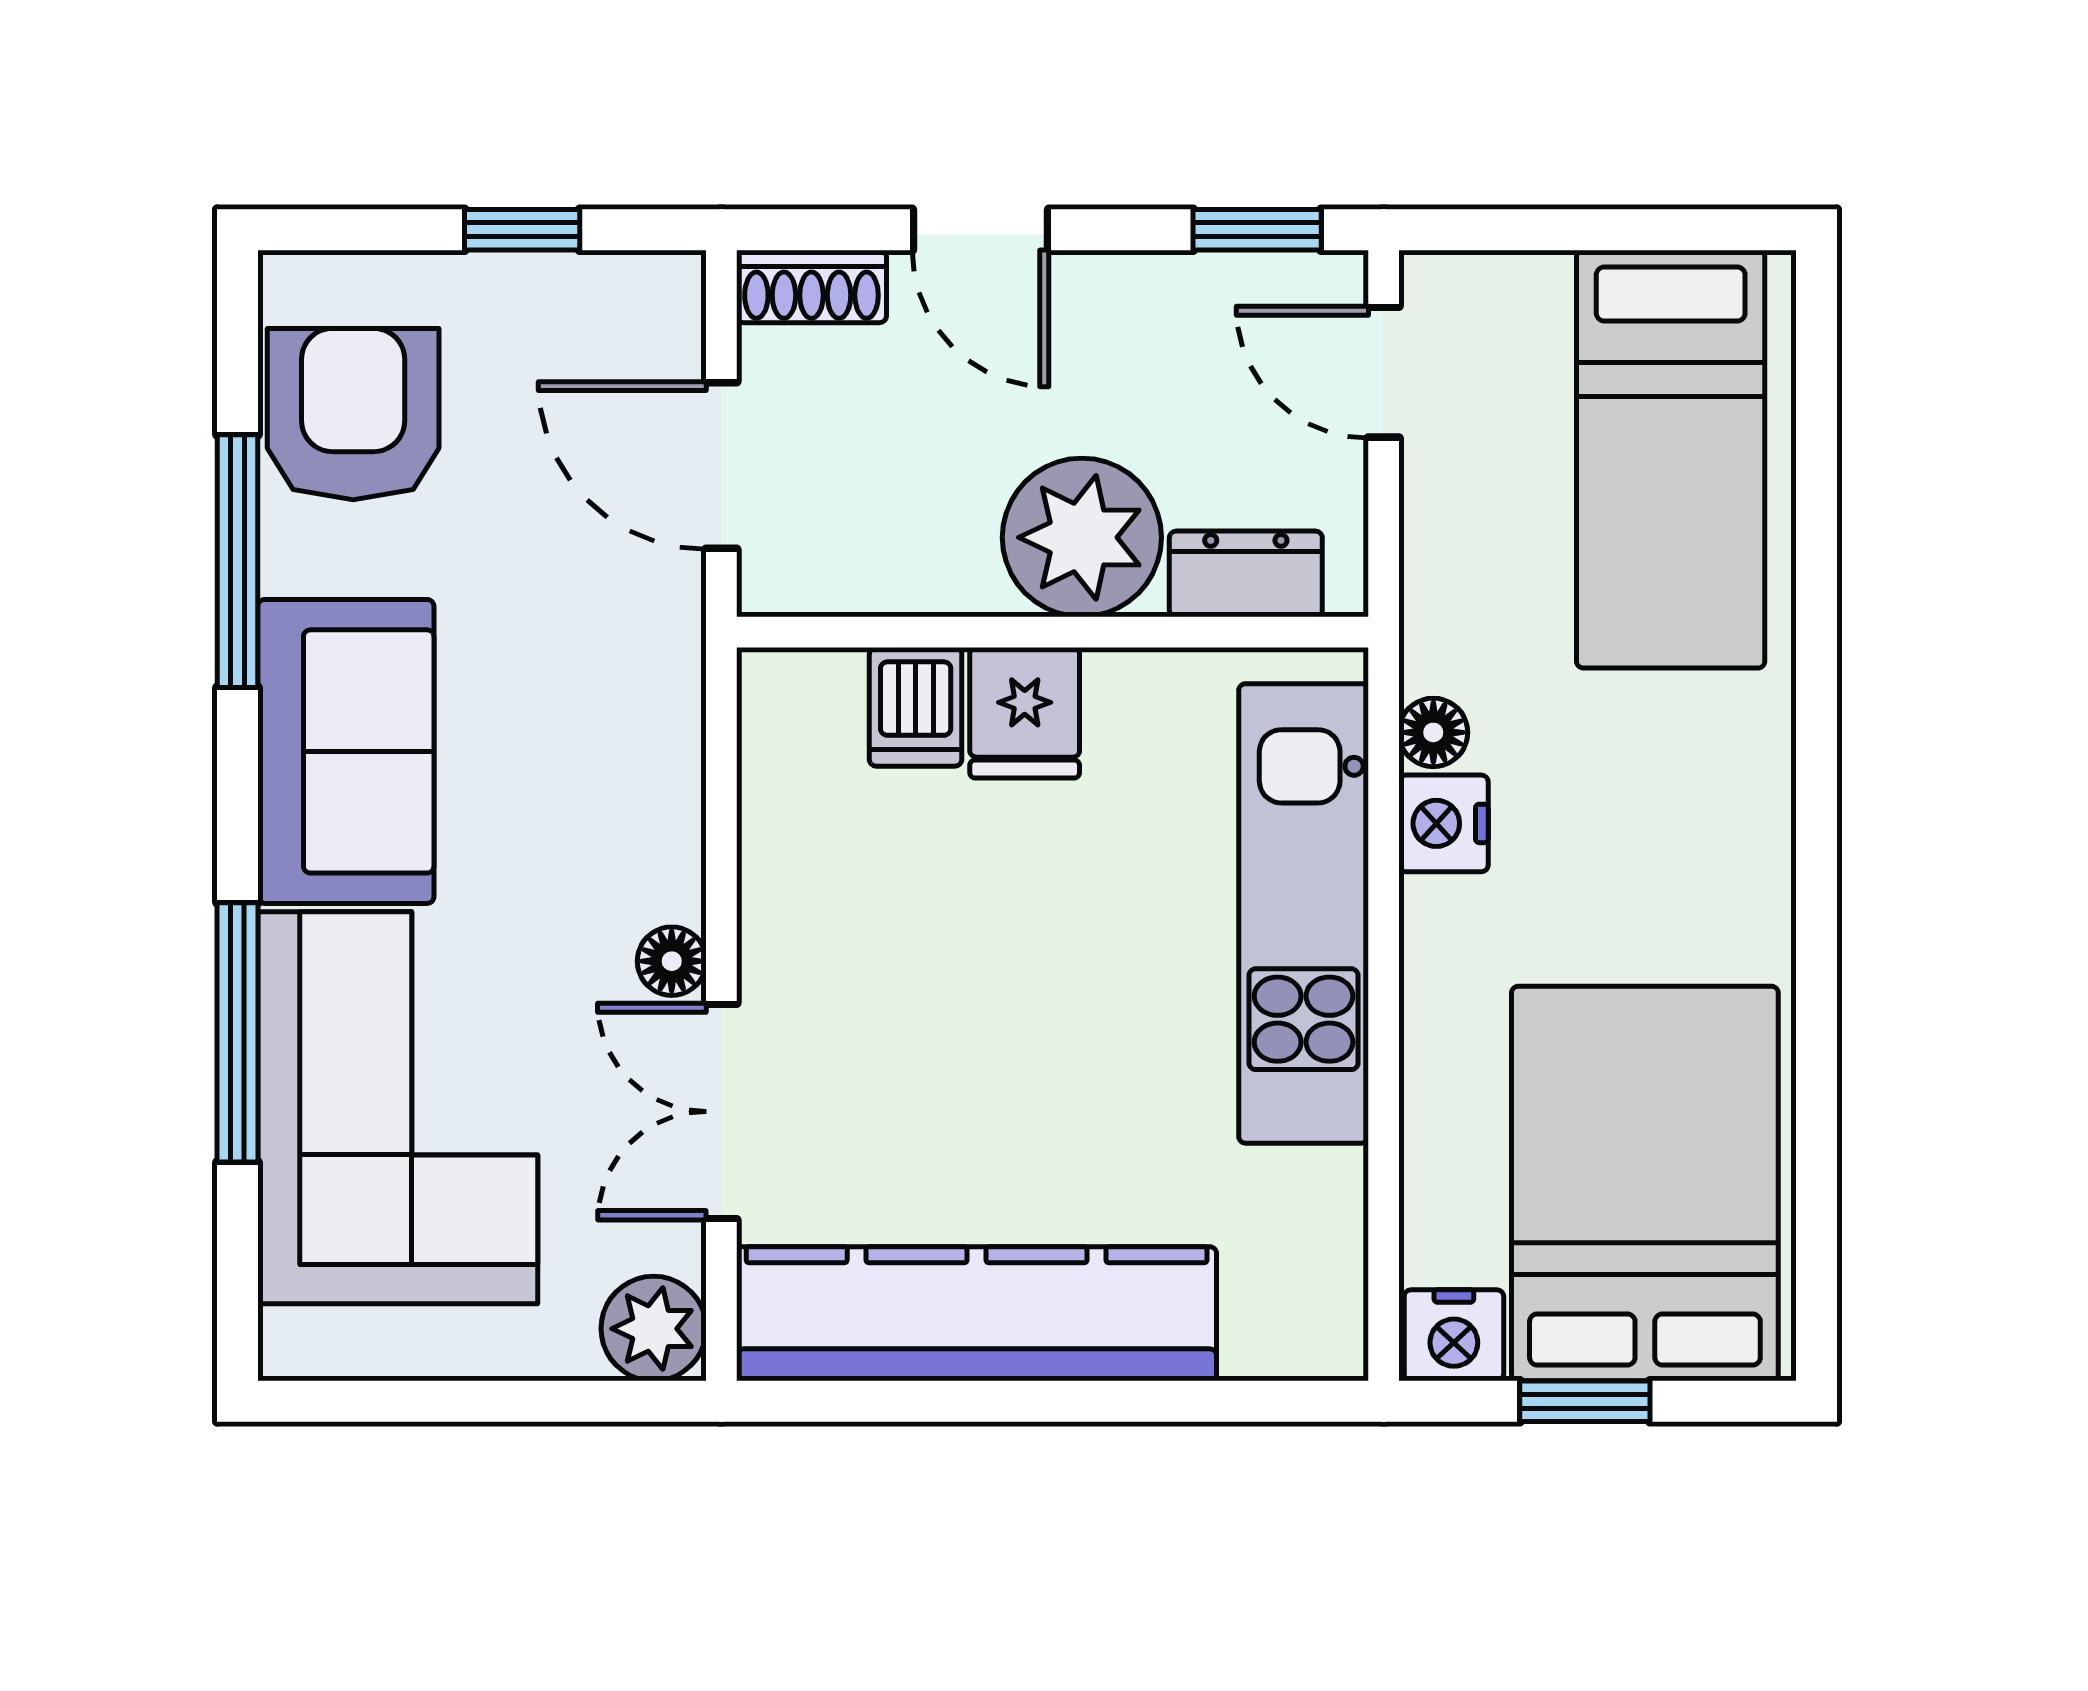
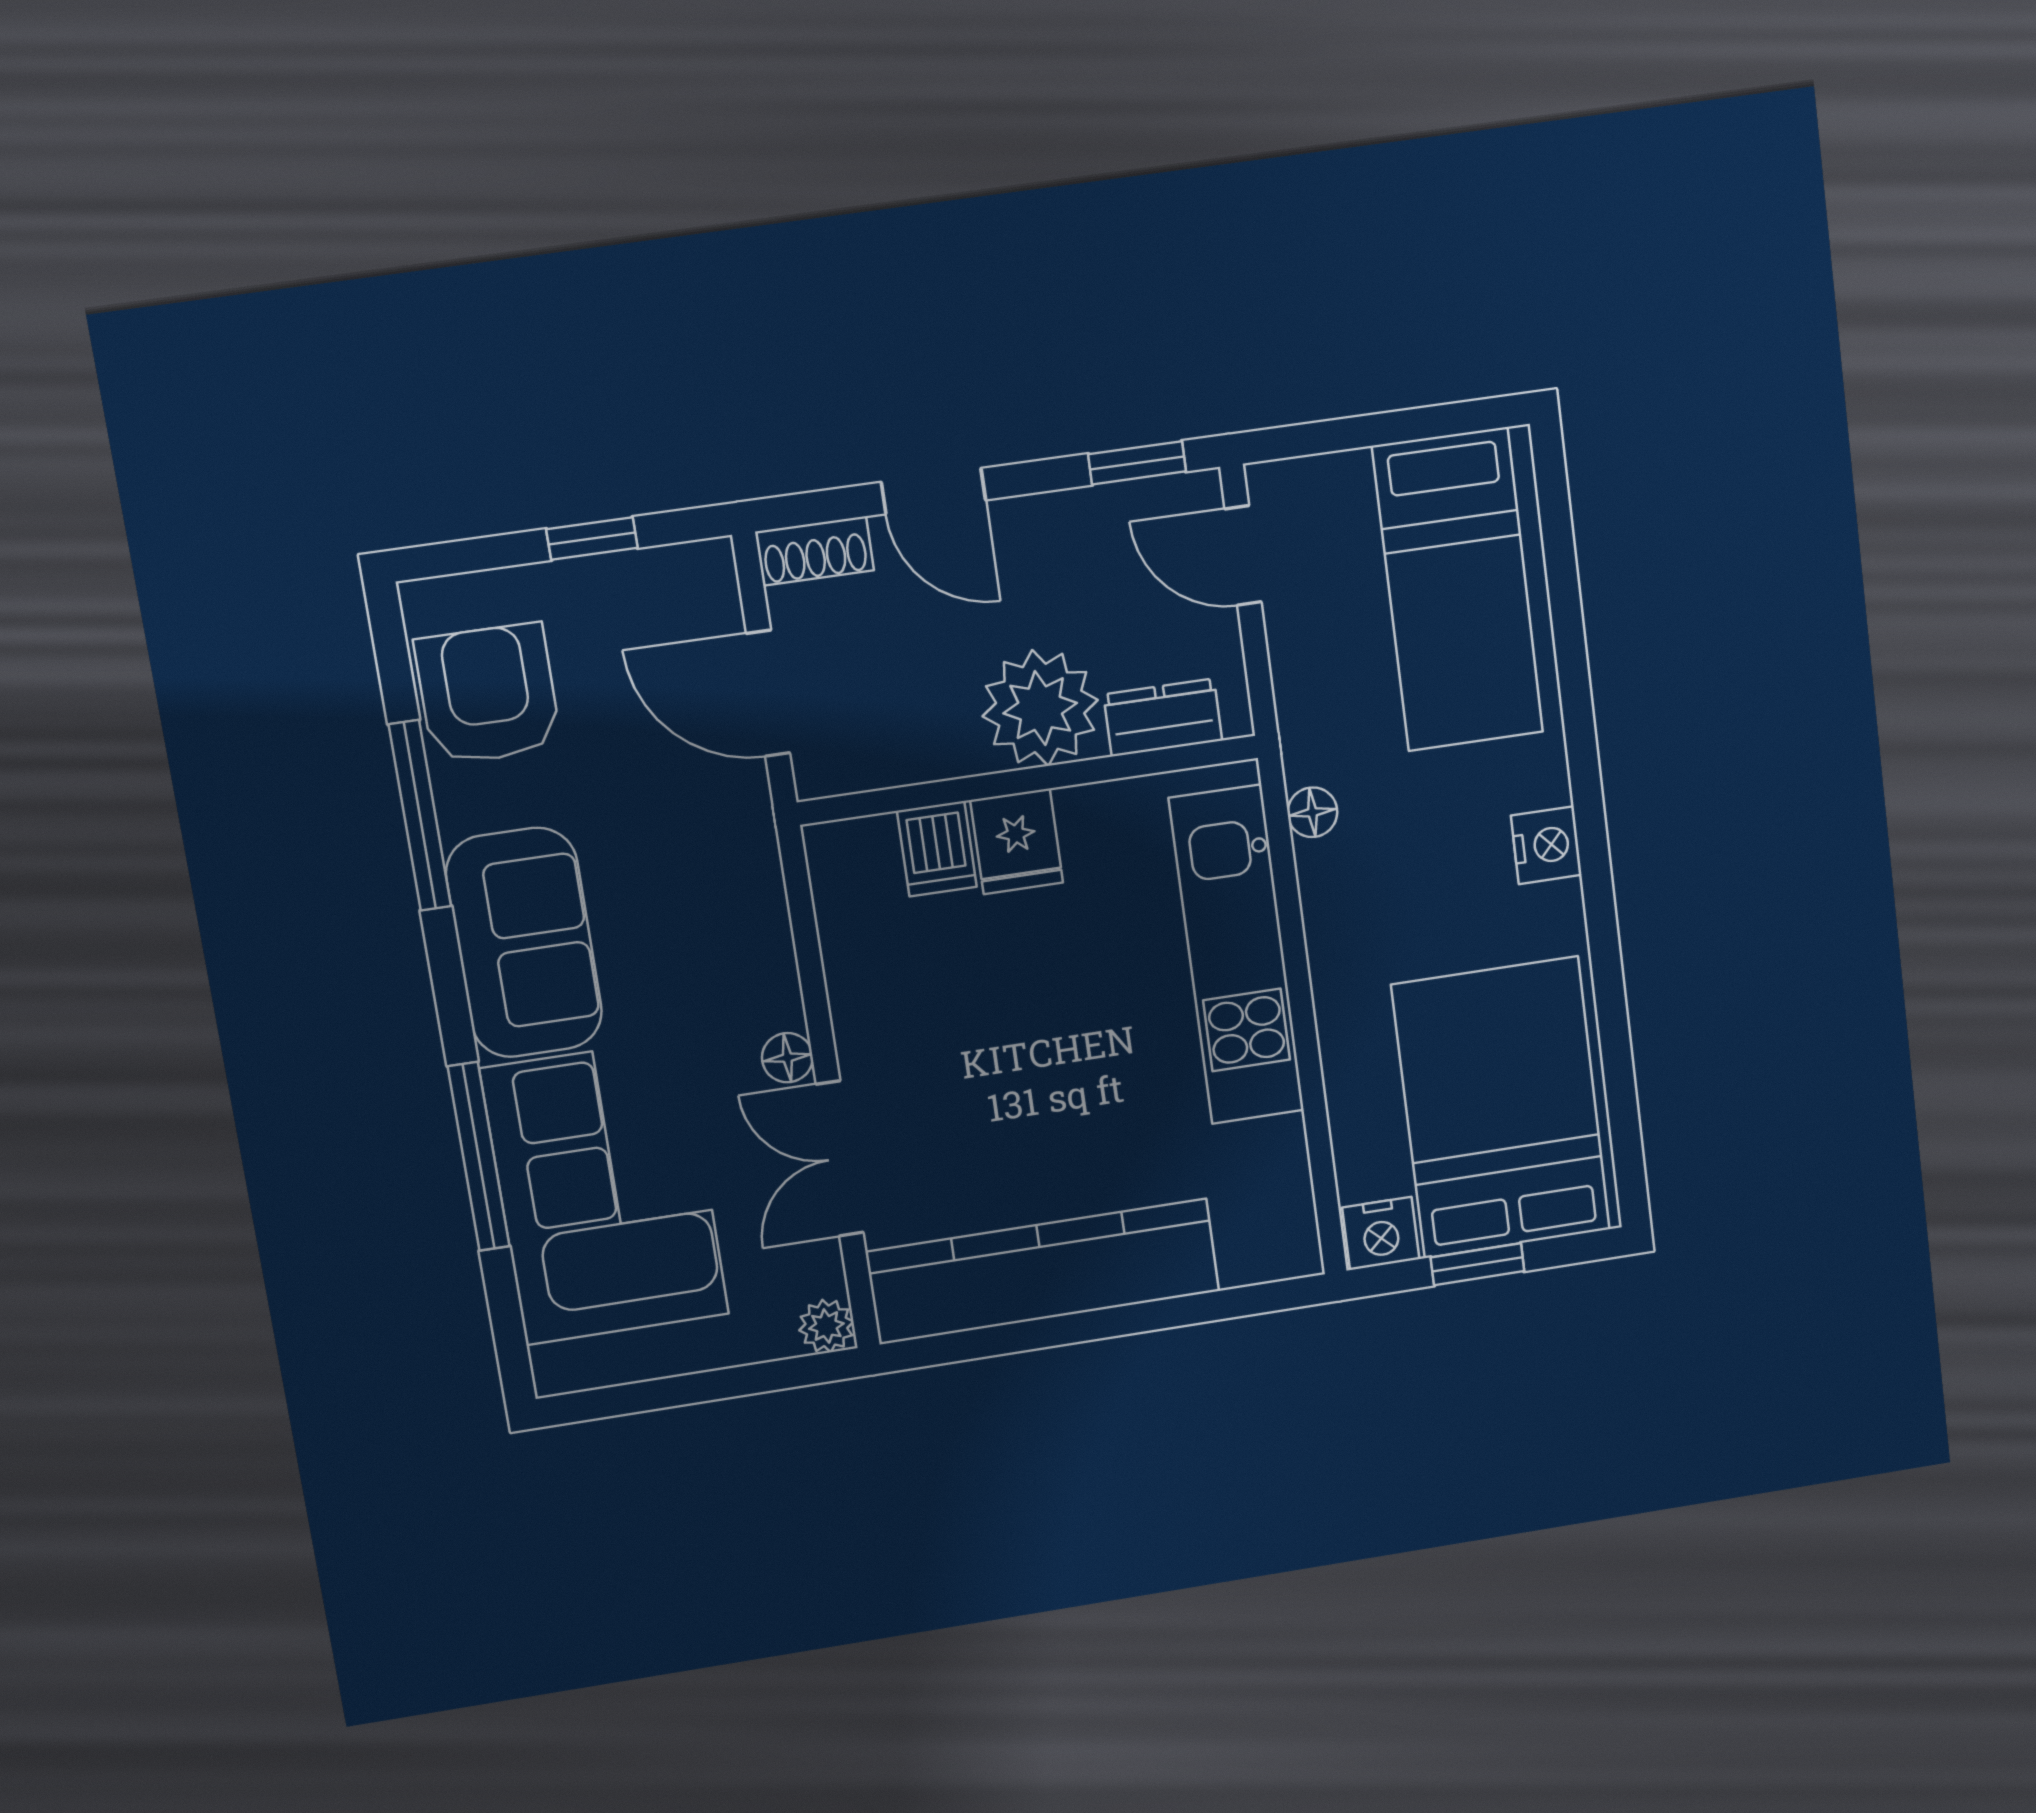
nightstand: (1443, 823) -> (1546, 845), moved, turned 180
plant: (654, 1329) -> (826, 1326), width x0.73, depth x0.73

